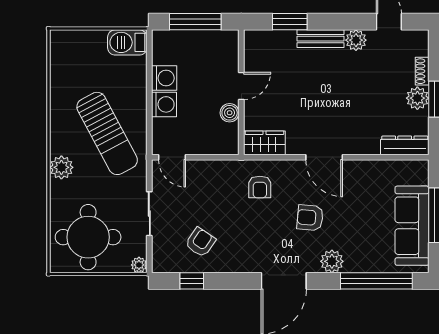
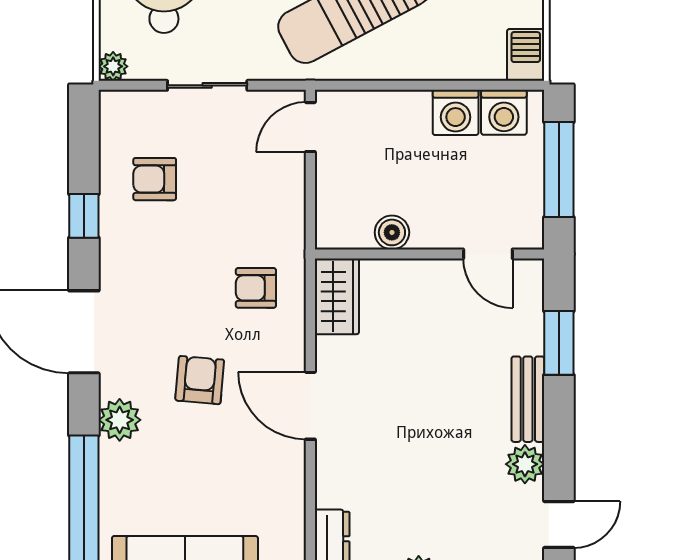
barbecue: (127, 42) -> (526, 55), width x0.73, depth x0.79
door: (241, 86) -> (488, 254), moved
washing machine: (164, 104) -> (504, 112), moved
door: (324, 157) -> (310, 406), hinge flipped
armchair: (200, 242) -> (155, 179), turned 146
window: (192, 281) -> (84, 216), moved

